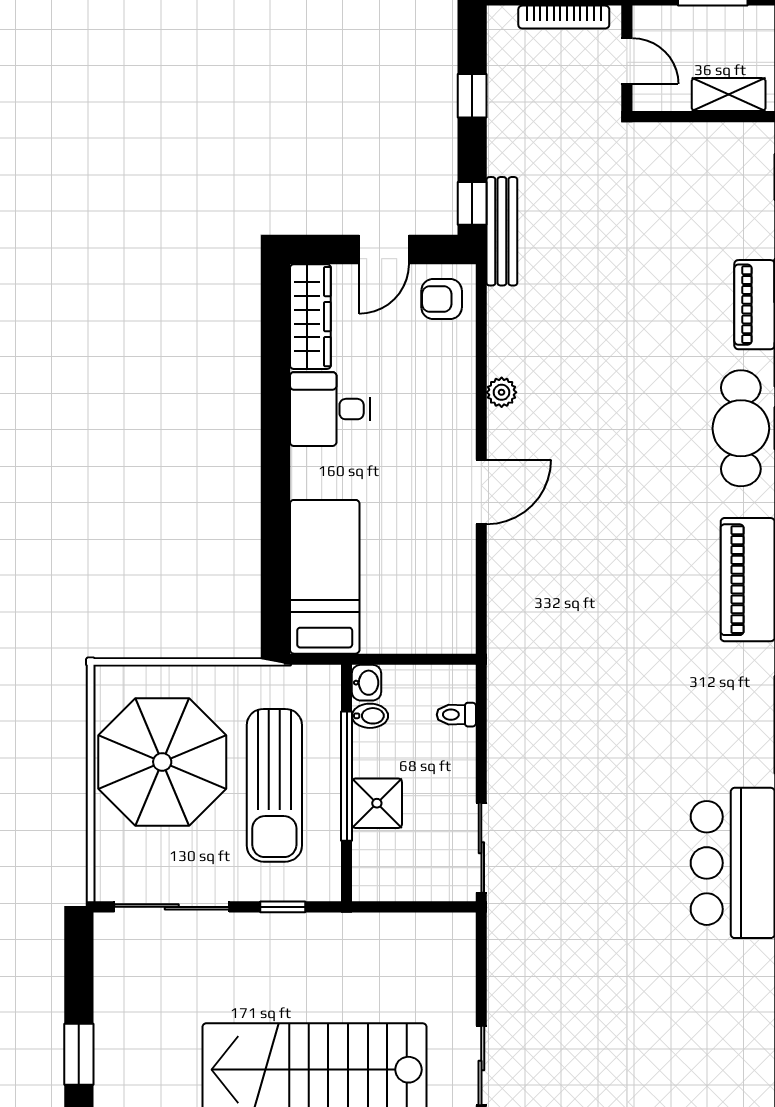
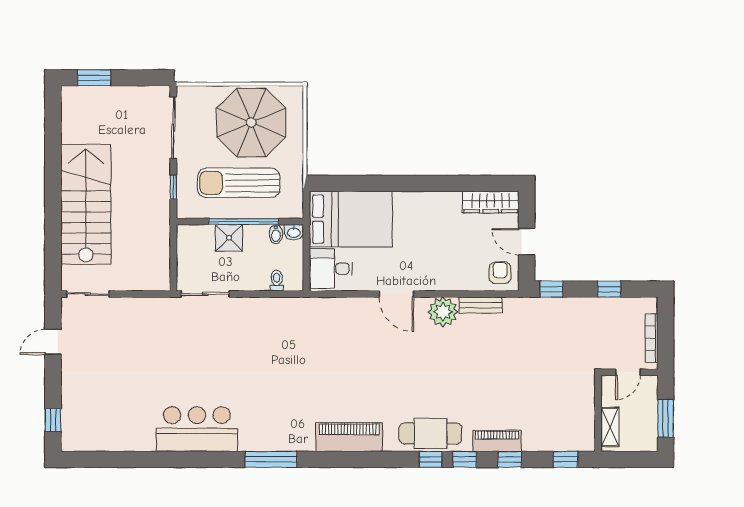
bench: (502, 231) -> (481, 305), moved, width x0.73
plant: (502, 392) -> (443, 312), width x1.87, depth x1.87
desk: (330, 409) -> (331, 269), moved, turned -90
bed: (325, 577) -> (351, 219), width x1.50

